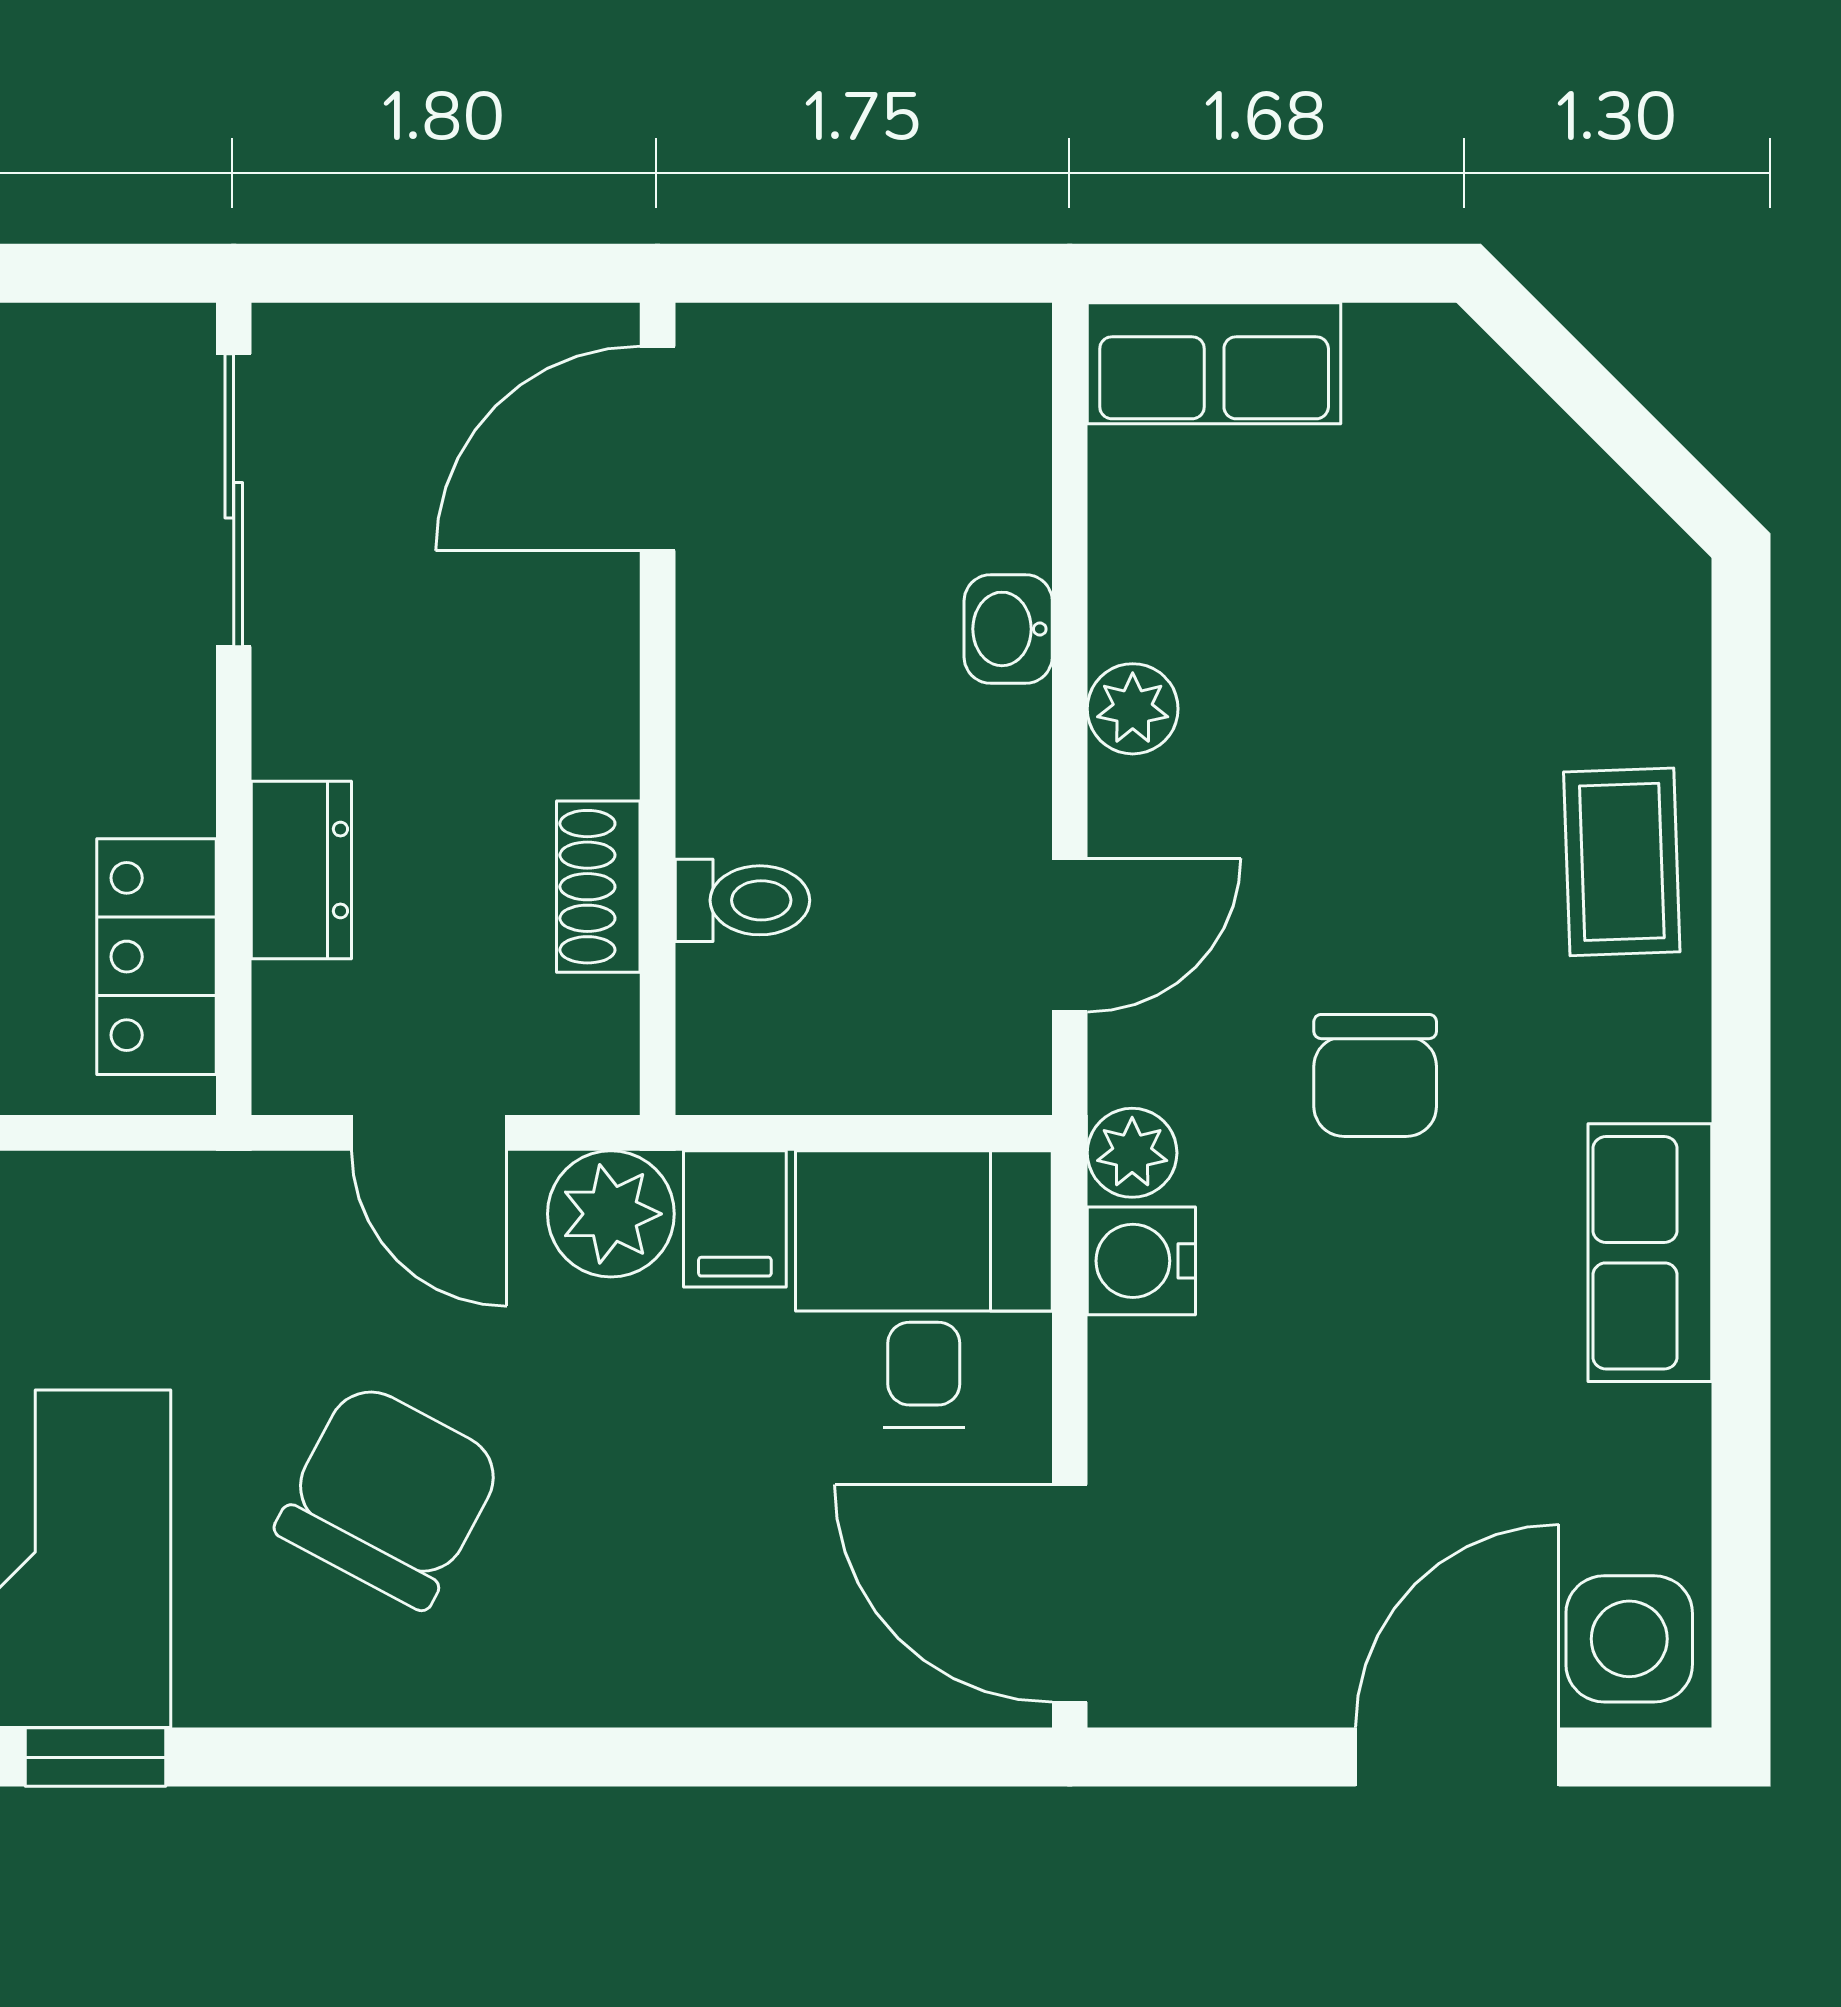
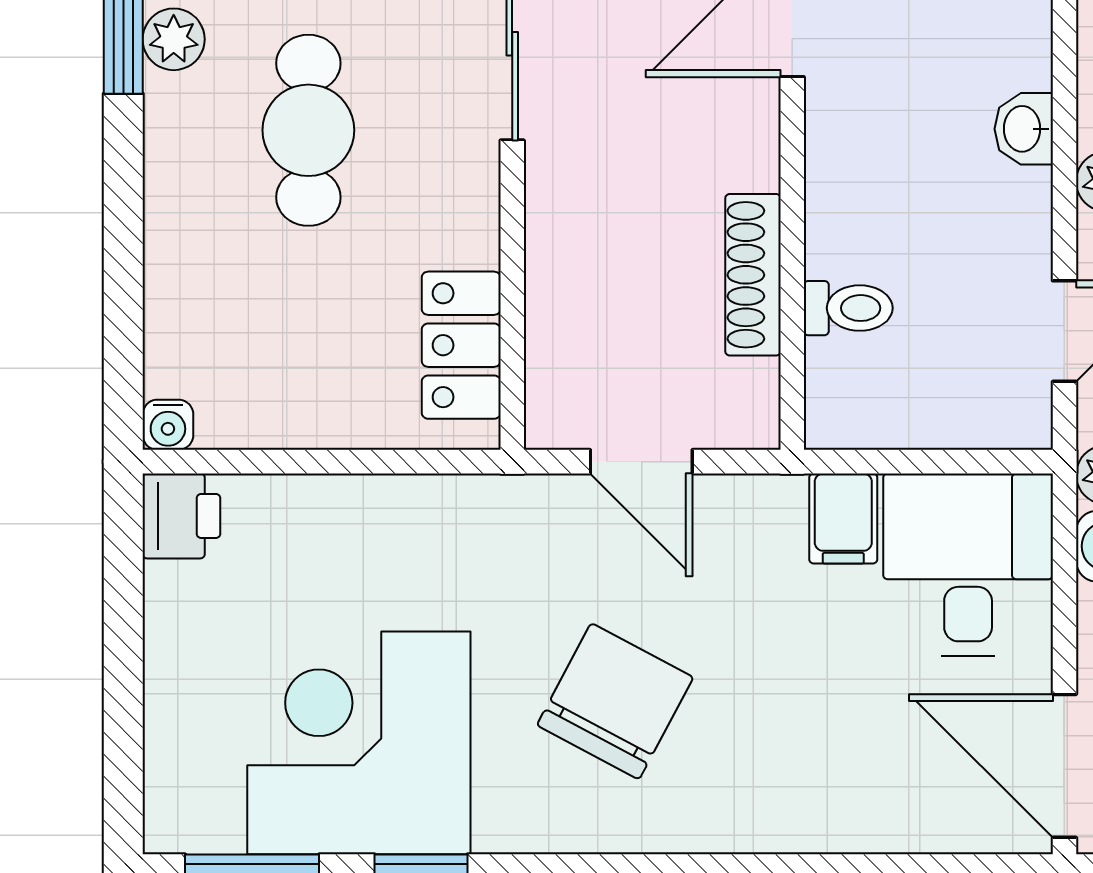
dresser: (301, 870) -> (557, 288), removed
shoe rack: (598, 887) -> (753, 275), width x1.43
plant: (611, 1214) -> (761, 515), removed

